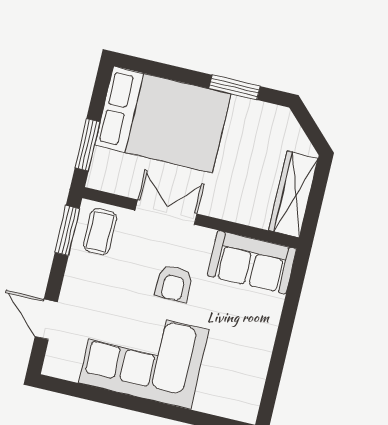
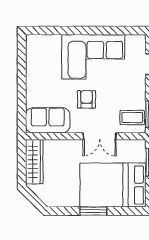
window: (235, 87) -> (93, 211), moved
coffee table: (100, 232) -> (132, 118), turned 90

